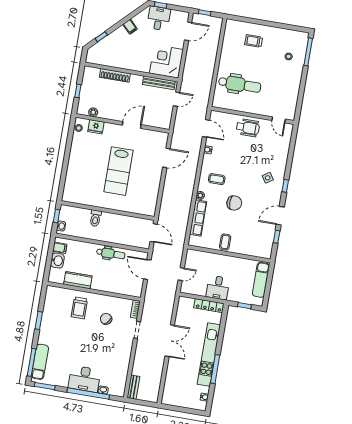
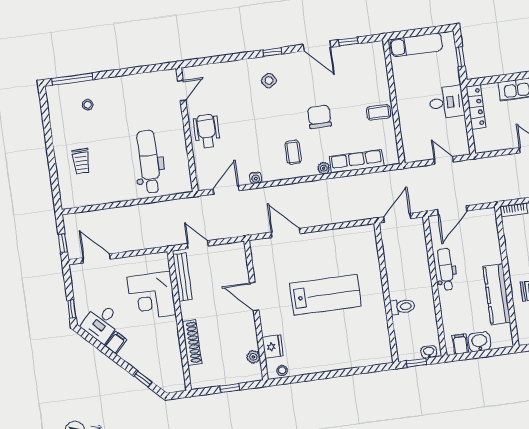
desk: (159, 18) -> (101, 322), moved, turned -45
corner desk: (166, 61) -> (151, 296), moved
kitchen counter: (78, 280) -> (497, 294), width x1.50

